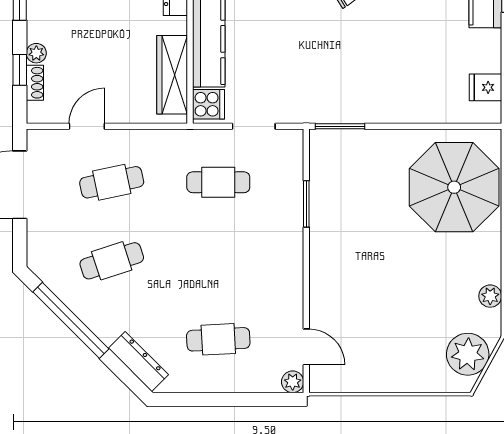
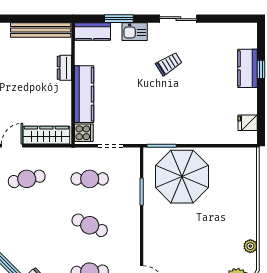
wardrobe: (172, 75) -> (46, 135), moved, turned 90
parasol: (454, 187) -> (182, 177), moved
cafe table: (112, 261) -> (90, 225), moved, turned 42

